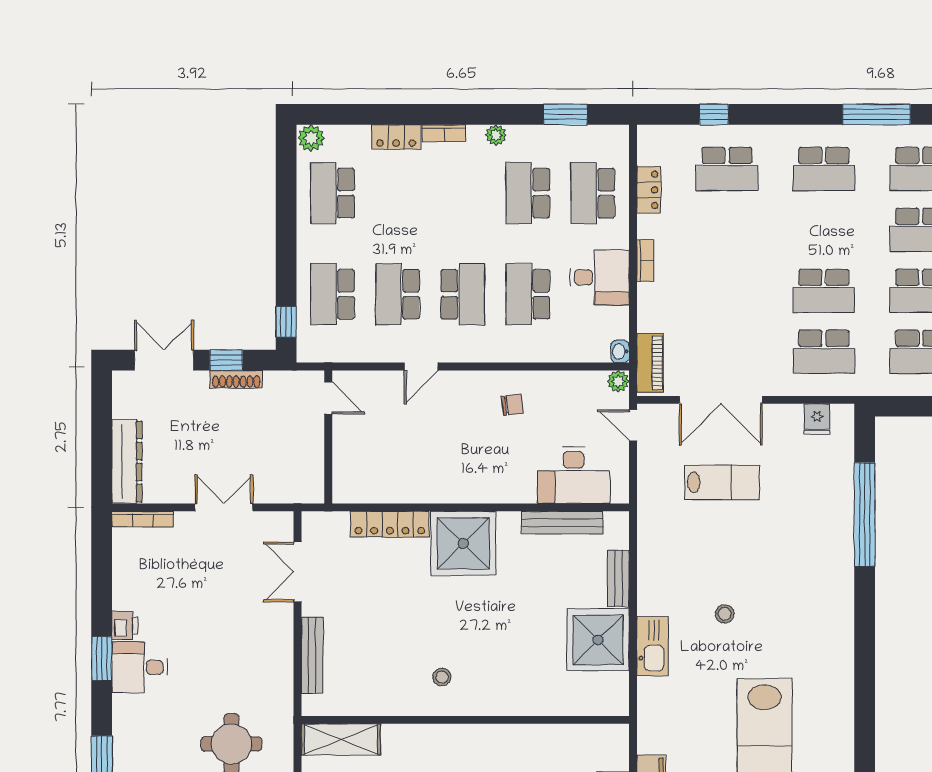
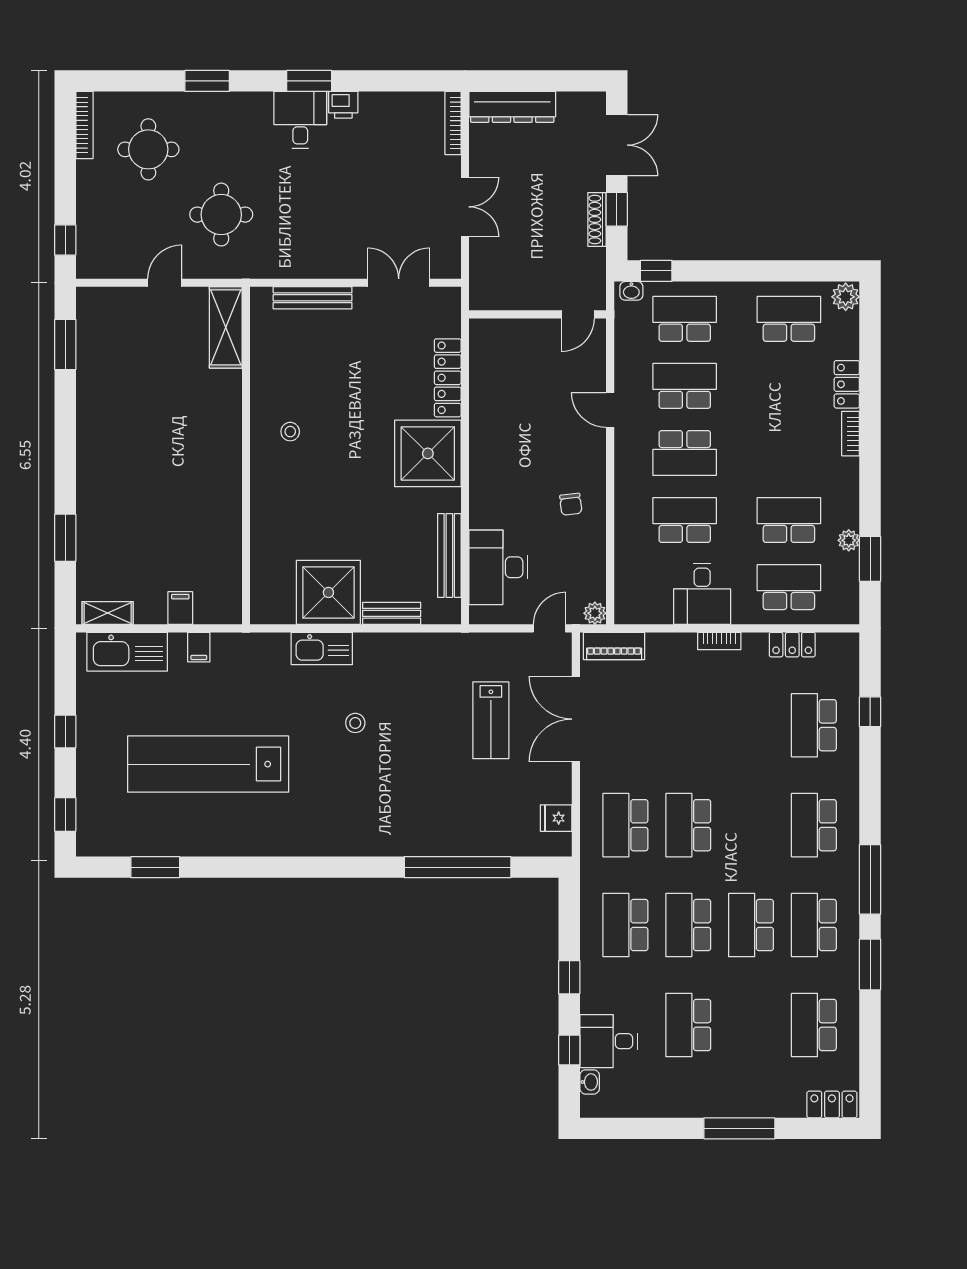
plant: (496, 135) -> (849, 540), moved
washbasin: (620, 351) -> (631, 291), moved, turned 180

